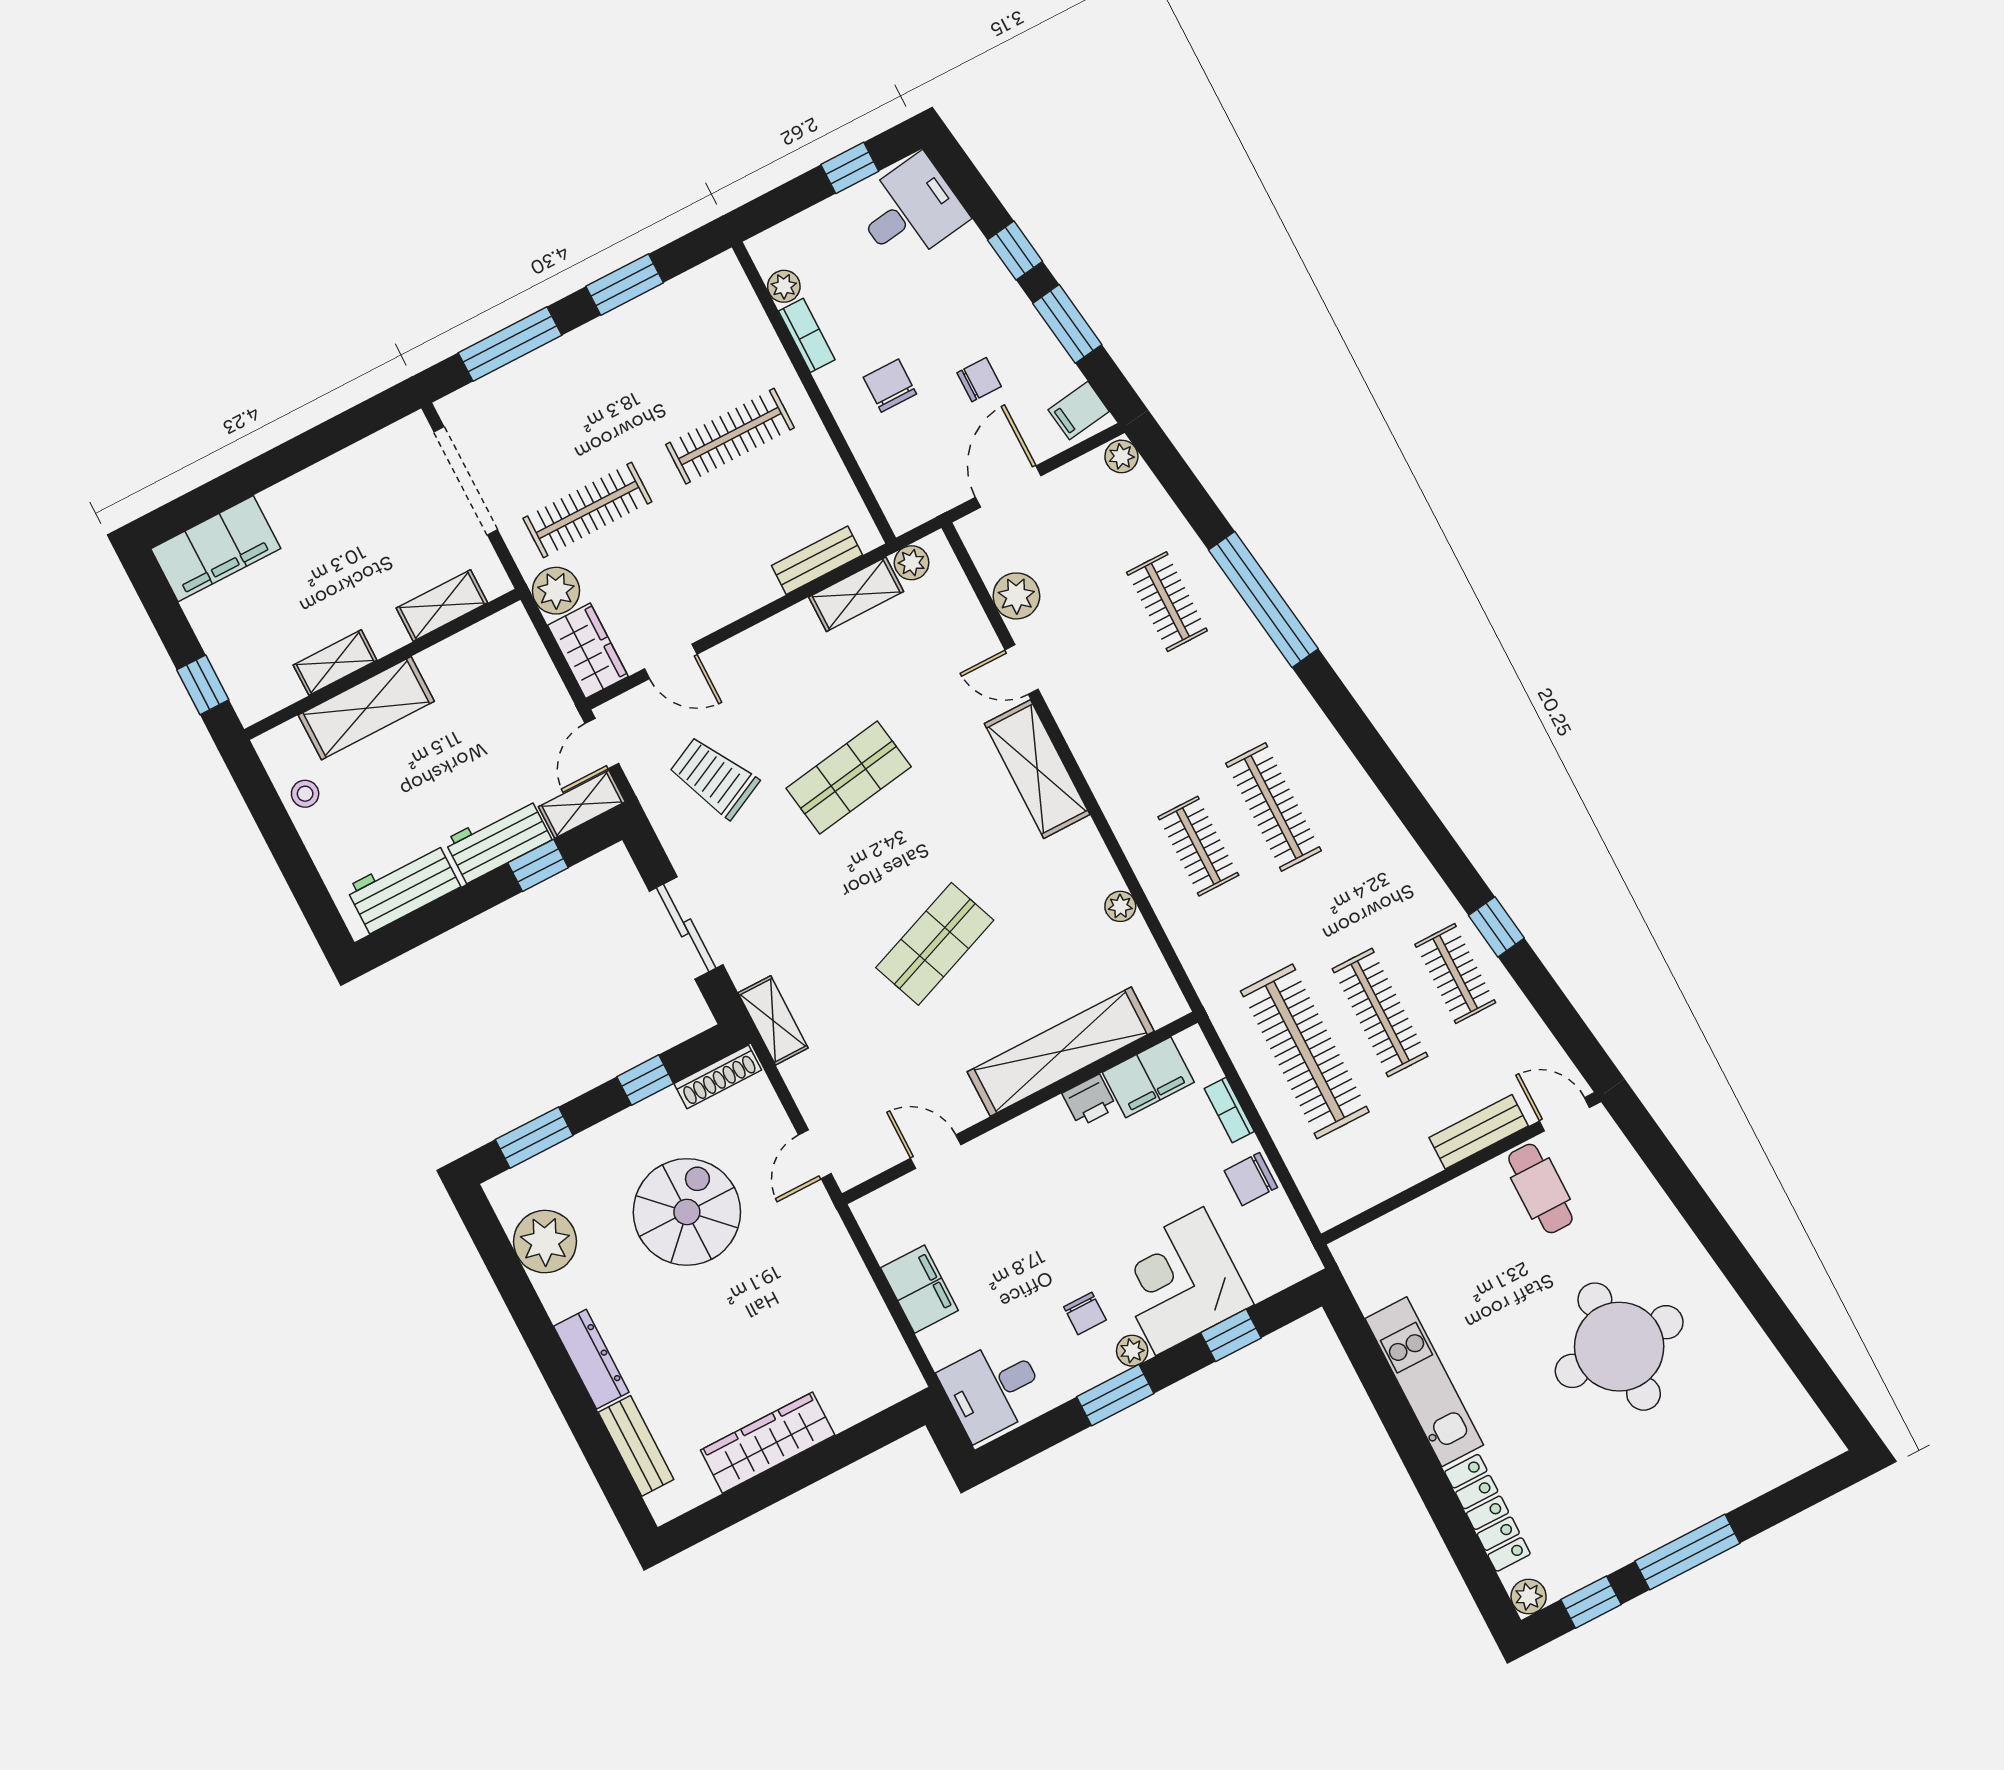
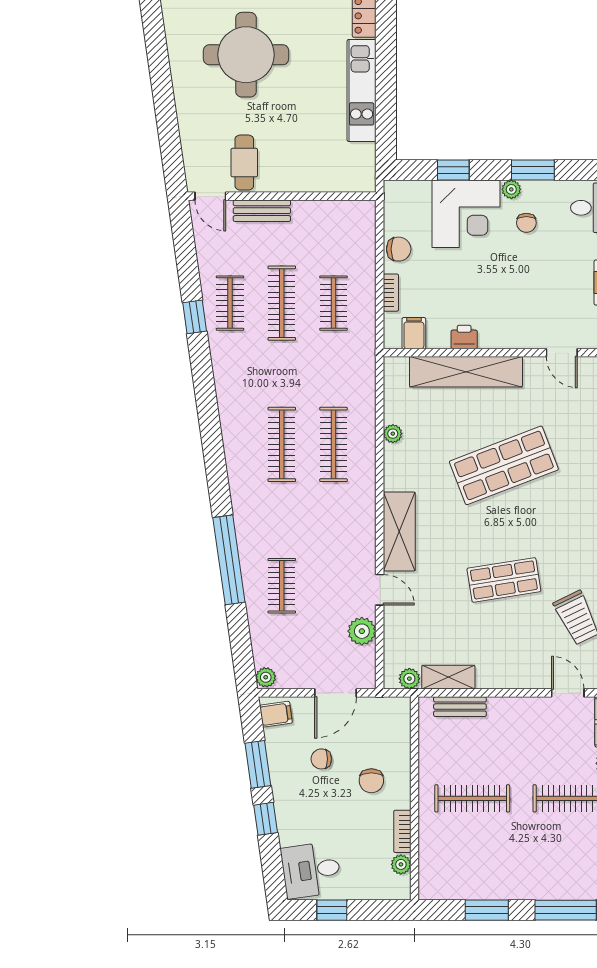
clothes rail: (1198, 846) -> (334, 444), width x1.36
shop shelf: (935, 944) -> (504, 465), width x1.43, depth x1.36
clothes rail: (1305, 1051) -> (334, 303), width x0.54, depth x0.76
filing cabinet: (1148, 1077) -> (414, 333), width x0.50
chair: (1085, 1313) -> (526, 223), turned 180

